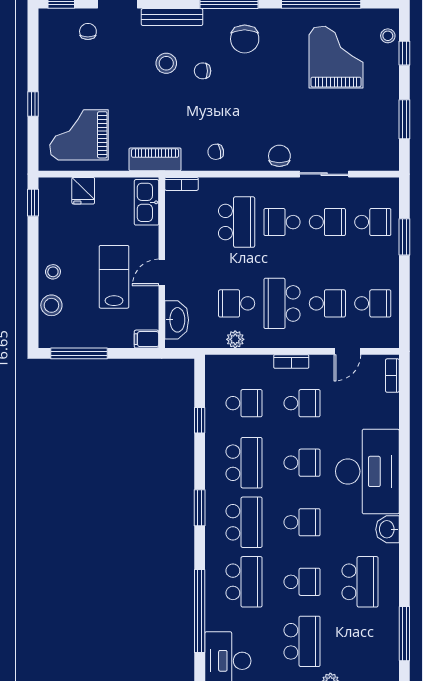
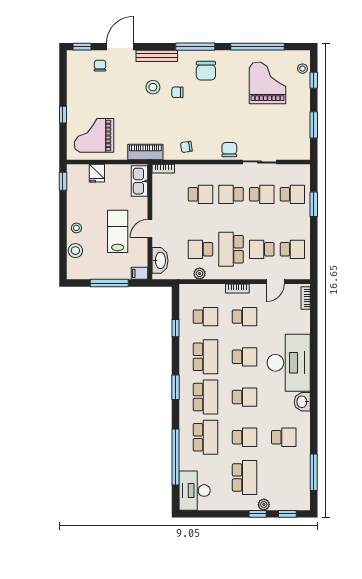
school desk: (237, 222) -> (200, 194), width x0.54
school desk: (327, 303) -> (262, 249), turned 180
window: (79, 353) -> (109, 283), moved
school desk: (360, 582) -> (284, 437), width x0.54

